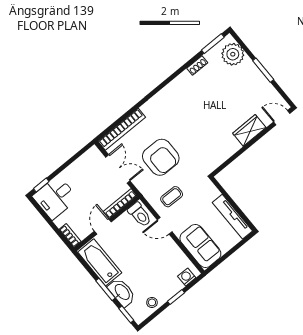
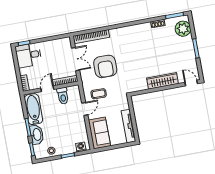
wardrobe: (249, 130) -> (162, 81), width x1.50
toilet: (140, 215) -> (63, 96), moved
door: (165, 226) -> (85, 109), swing flipped

